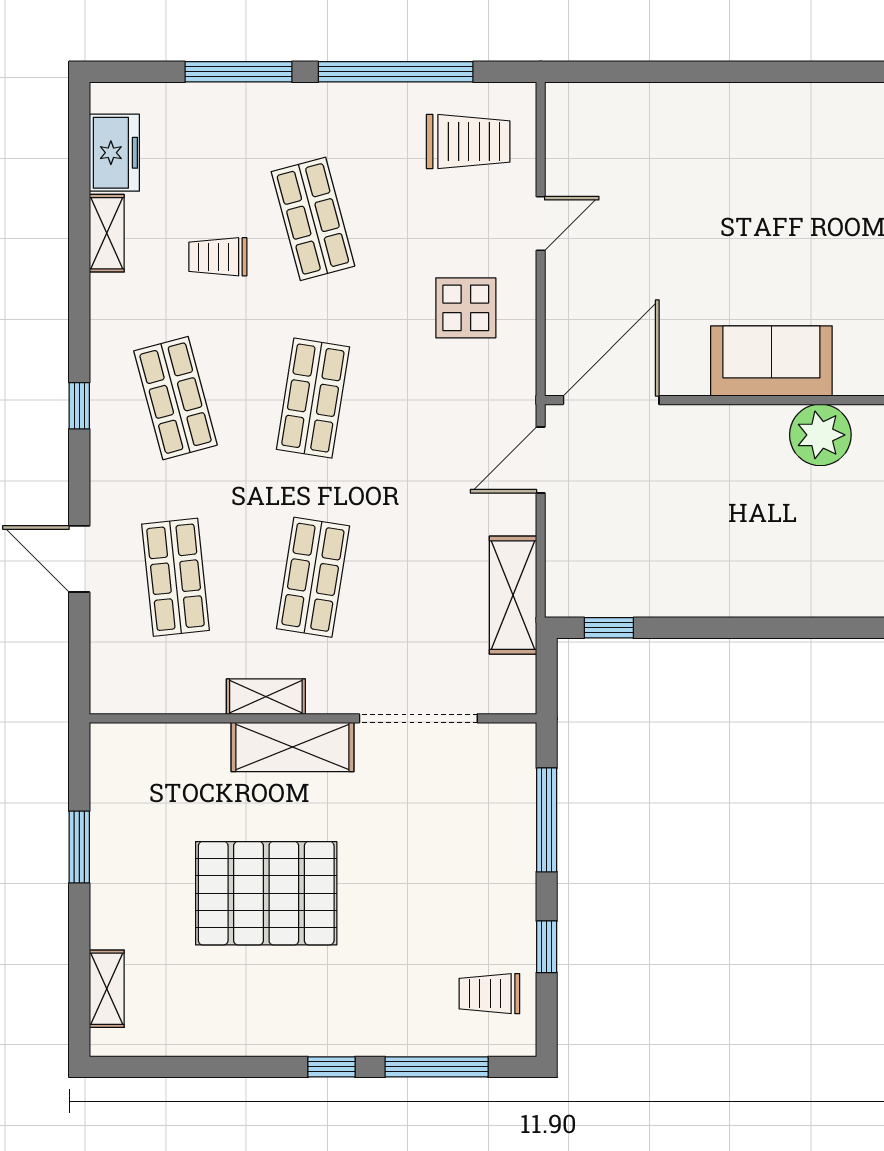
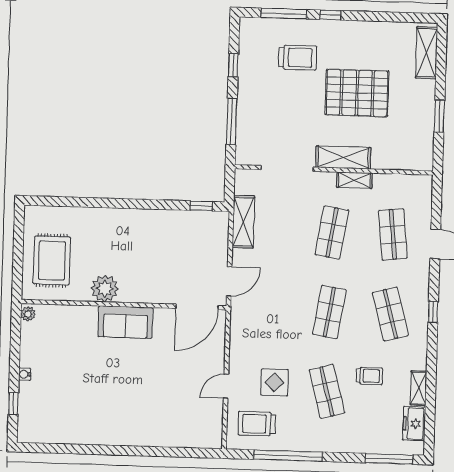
window: (238, 72) -> (389, 459), moved
display table: (466, 308) -> (275, 382), moved
shelving: (107, 989) -> (427, 53), width x1.50, depth x1.33
trolley: (489, 994) -> (298, 58), moved, width x1.36, depth x1.39

